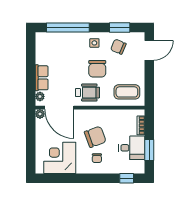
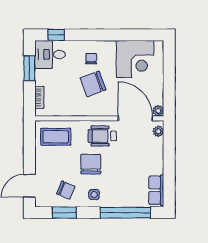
row of seats: (42, 78) -> (156, 190), moved
desk: (132, 148) -> (50, 54), moved

